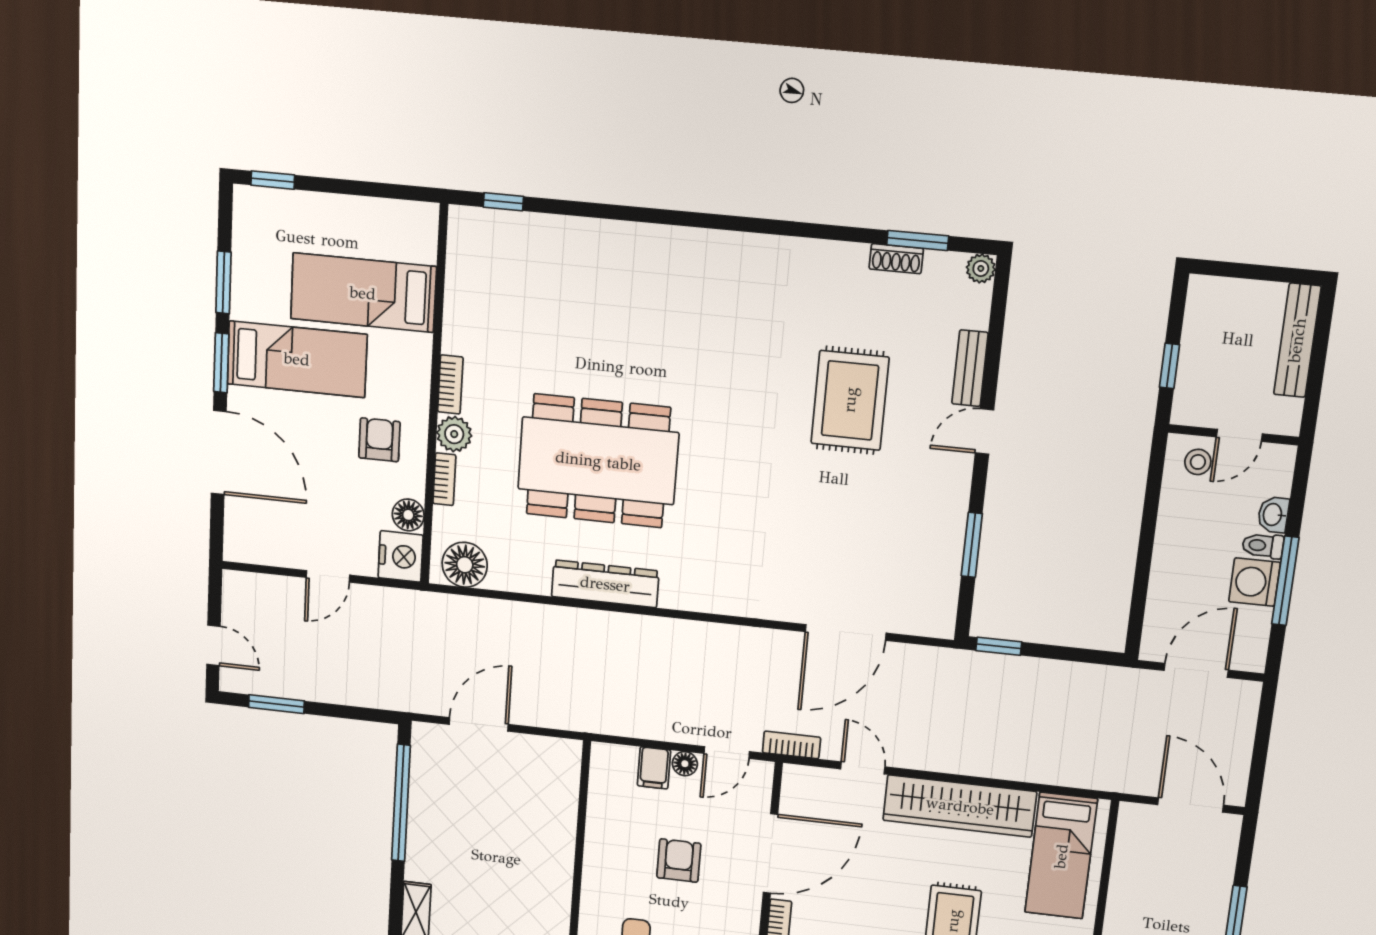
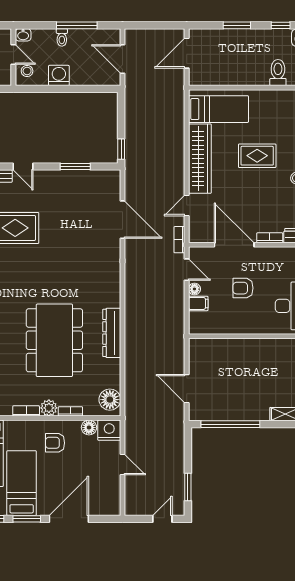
washbasin: (1273, 515) -> (23, 35), moved
washing machine: (1255, 582) -> (59, 75), moved, turned 180

